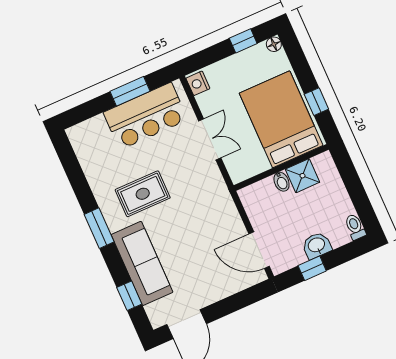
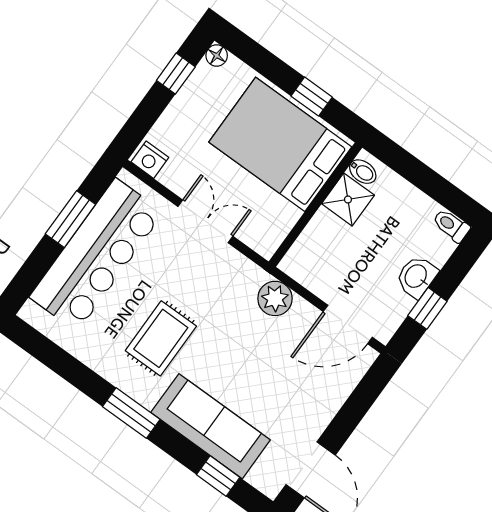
bar counter: (146, 116) -> (96, 255), width x1.36
bidet: (282, 182) -> (363, 172), moved
plant: (225, 209) -> (275, 298), added

